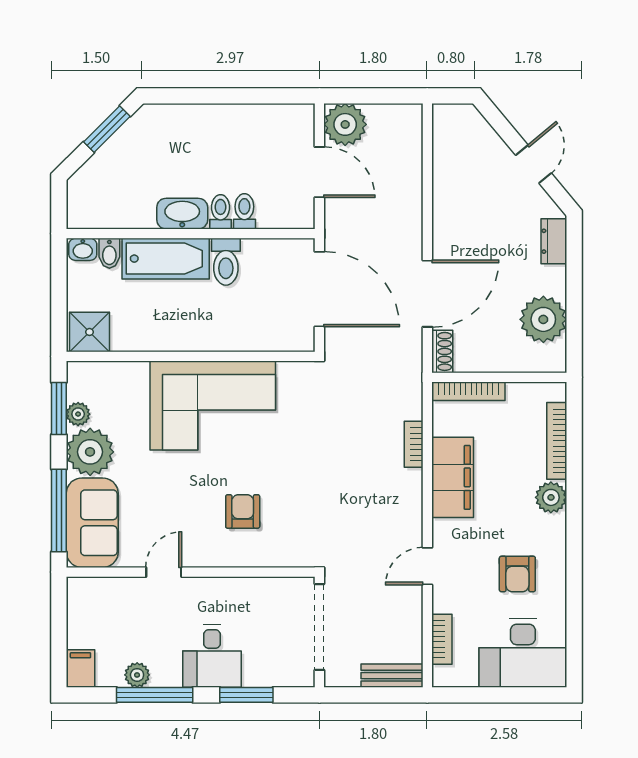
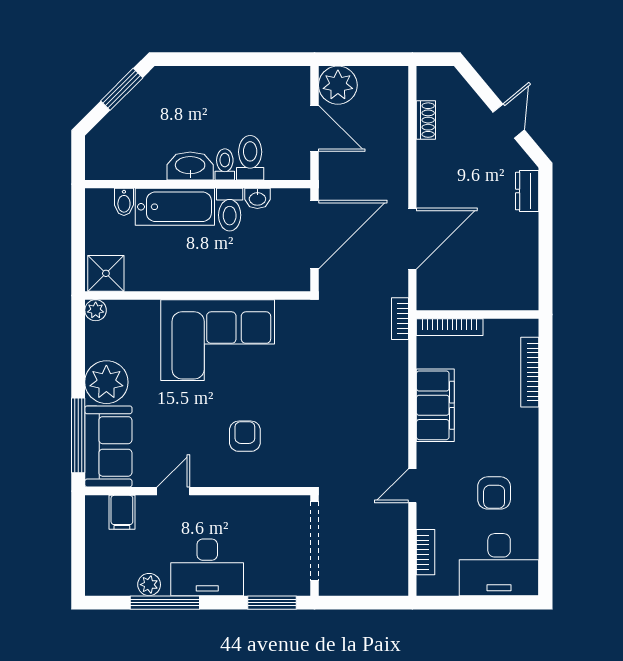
toilet: (244, 211) -> (250, 158), width x1.37, depth x1.39
washbasin: (83, 249) -> (257, 198), moved
door: (319, 289) -> (315, 235), hinge flipped
plant: (543, 319) -> (518, 262), removed
shoe rack: (442, 351) -> (426, 120), moved
window: (59, 408) -> (78, 343), removed
plant: (78, 414) -> (96, 310), moved
bookcase: (414, 444) -> (400, 319), moved
plant: (551, 497) -> (525, 423), removed
desk: (212, 656) -> (207, 567), width x1.37
filing cabinet: (80, 668) -> (122, 512), moved, turned 180
bench: (392, 676) -> (380, 585), removed
window: (246, 695) -> (272, 603), moved

